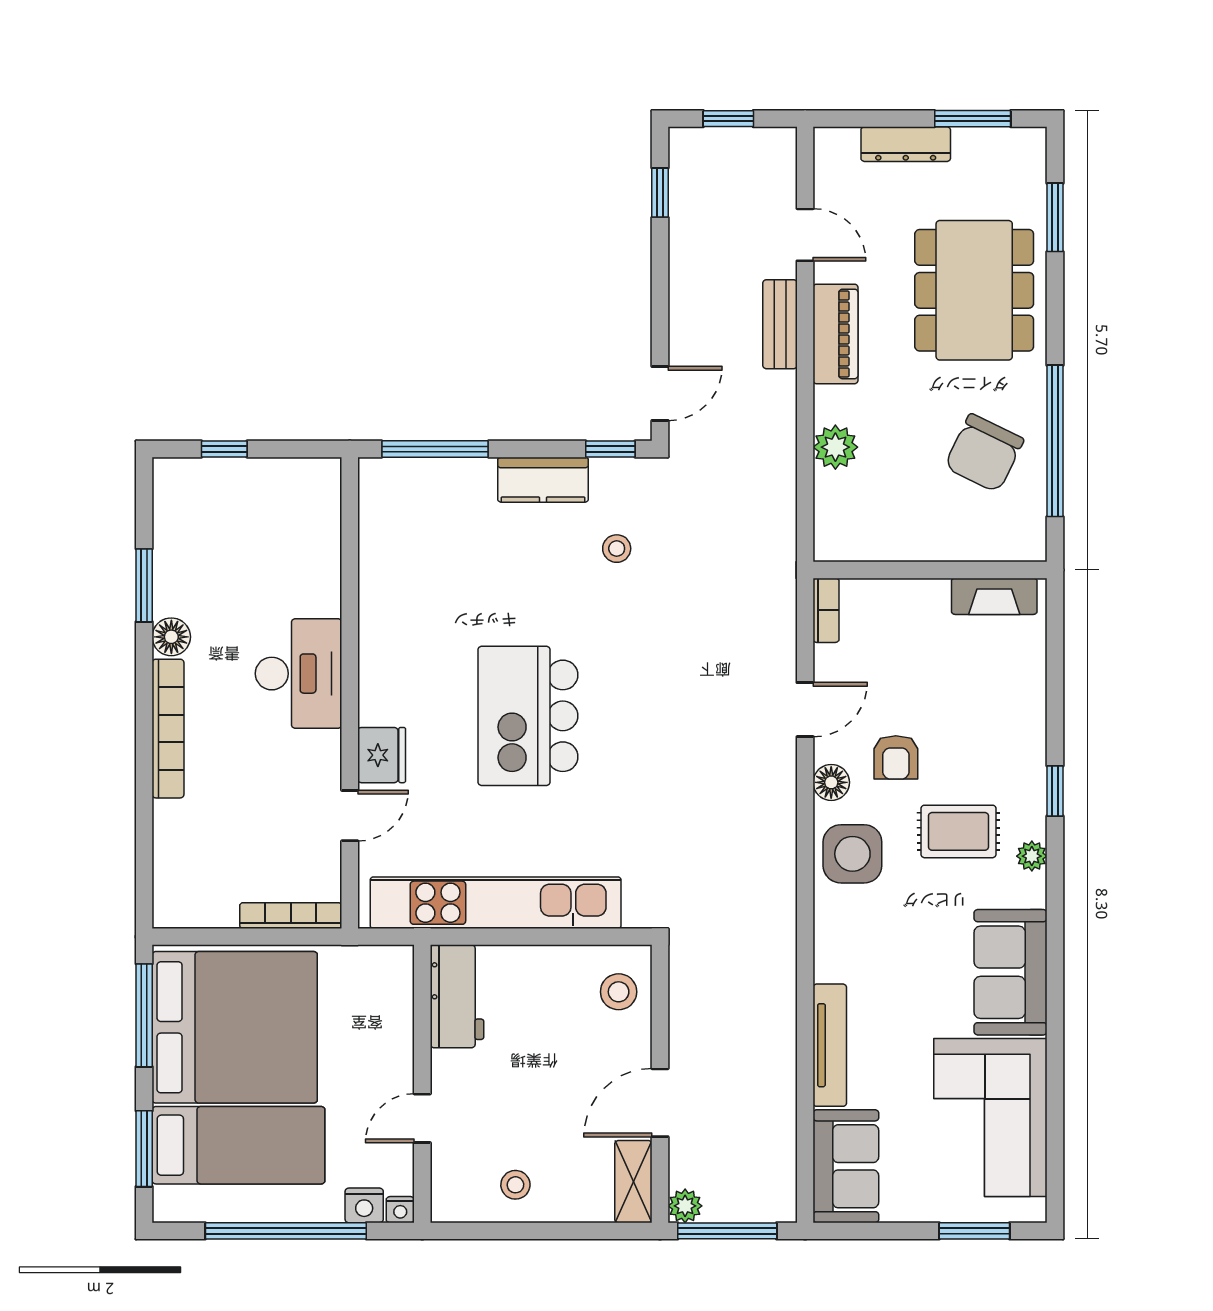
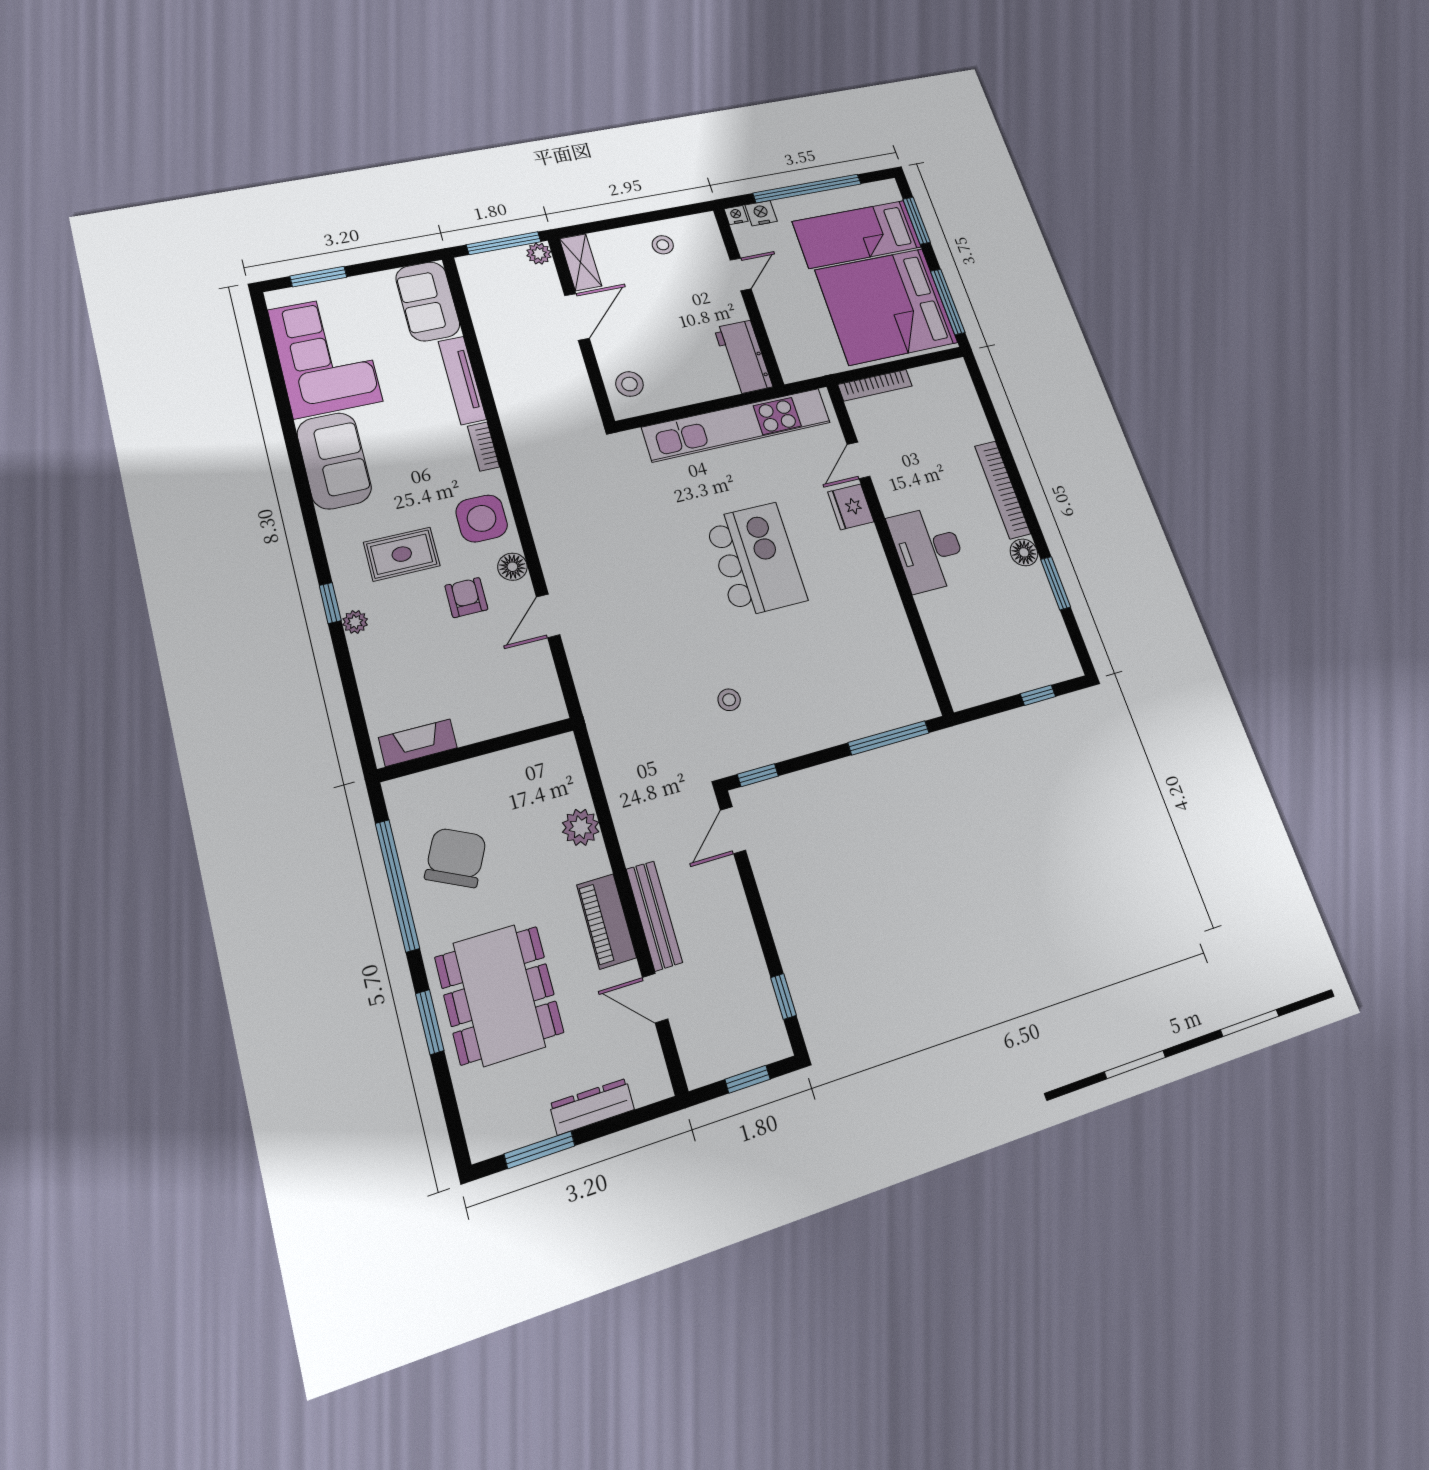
window: (1055, 217) -> (430, 1022), moved
bench: (780, 324) -> (654, 916), width x1.36
kitchen counter: (543, 480) -> (801, 737), removed
bookcase: (826, 610) -> (484, 447), moved
plant: (1032, 856) -> (355, 622), moved

